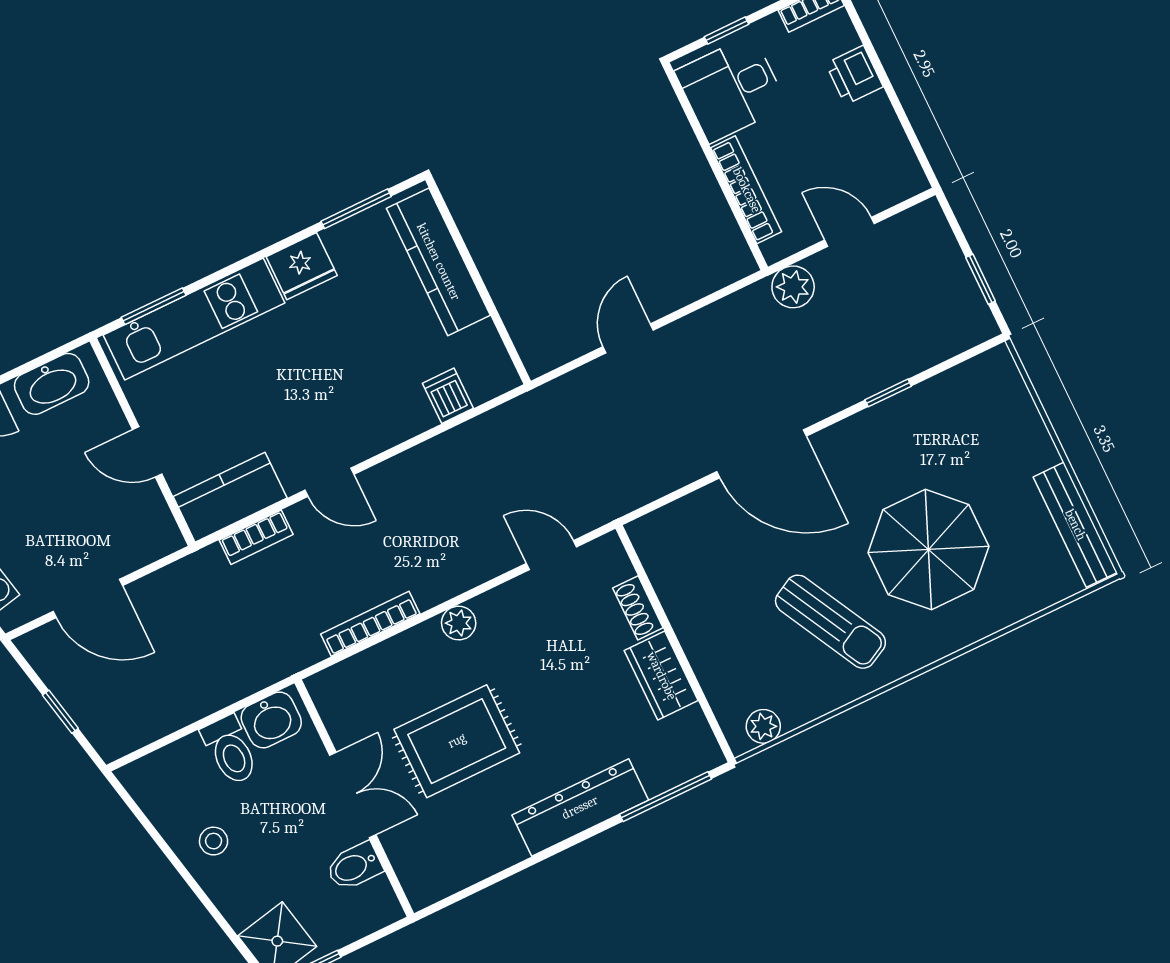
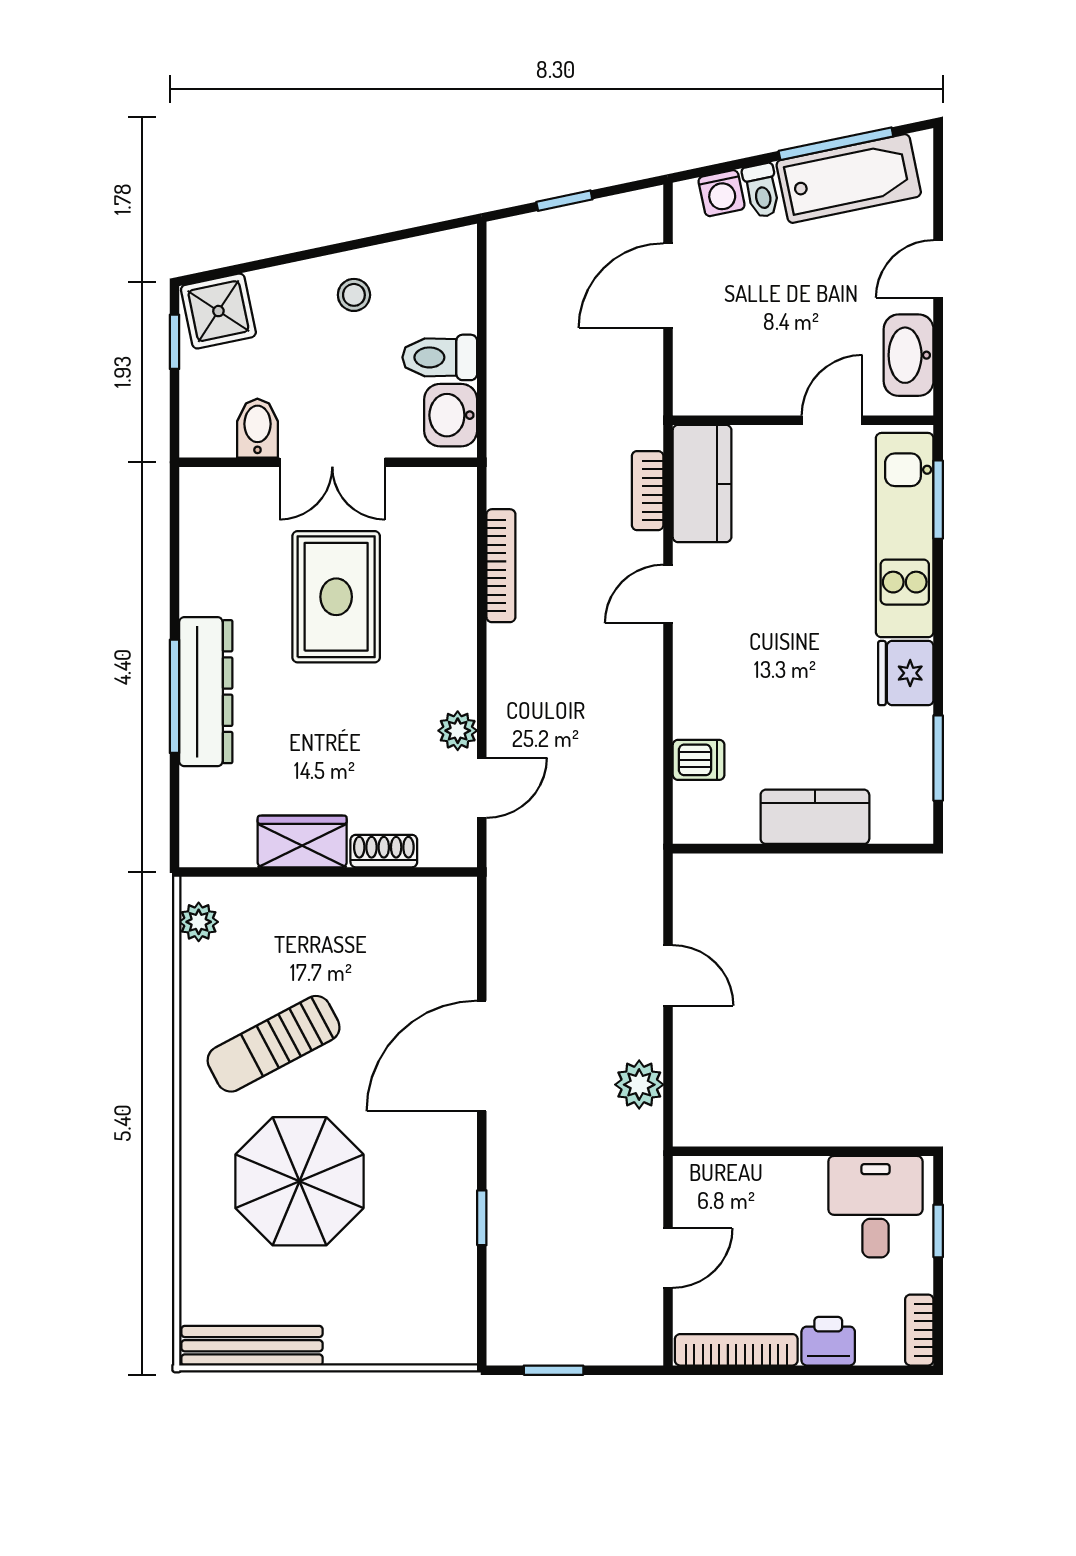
bookcase: (746, 190) -> (736, 1350), moved, turned 180
kitchen counter: (438, 262) -> (815, 817), width x0.67
plant: (793, 287) -> (639, 1085), moved
door: (147, 452) -> (832, 420), moved
plant: (459, 623) -> (458, 731), moved
window: (666, 797) -> (174, 696), moved

